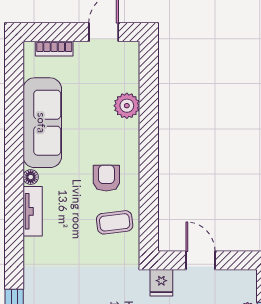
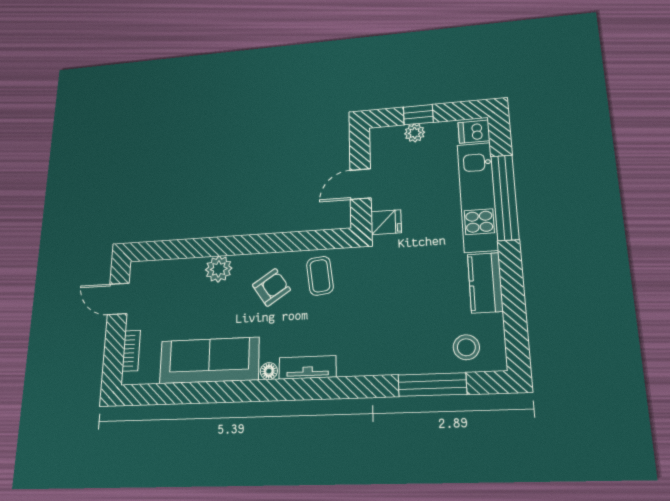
plant: (127, 106) -> (219, 269), moved
armchair: (106, 178) -> (271, 287), turned 146

